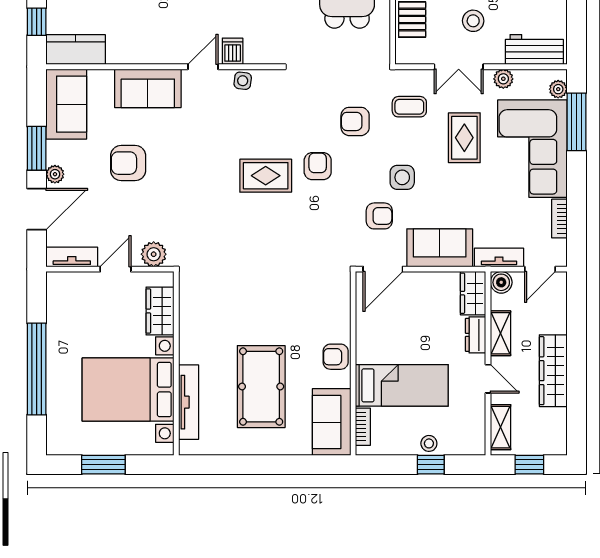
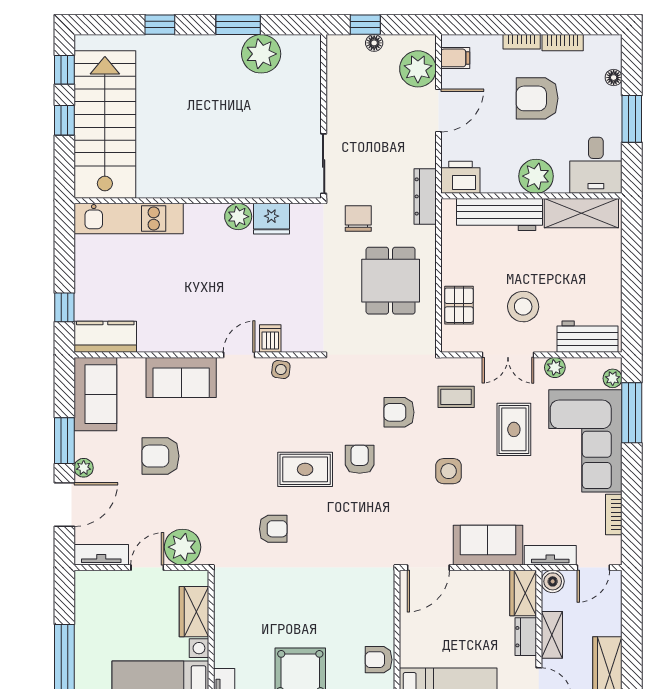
stool: (473, 21) -> (523, 307), width x1.38, depth x1.38
armchair: (379, 216) -> (273, 529), moved
plant: (154, 254) -> (182, 547), width x1.36, depth x1.36

